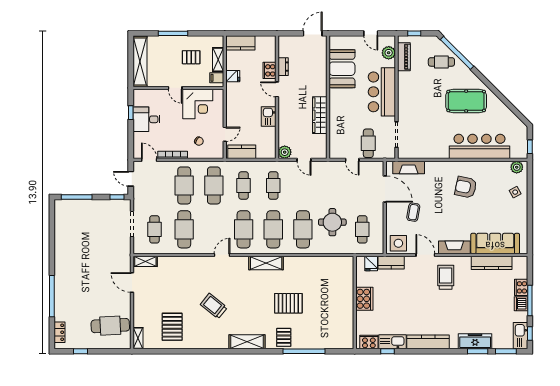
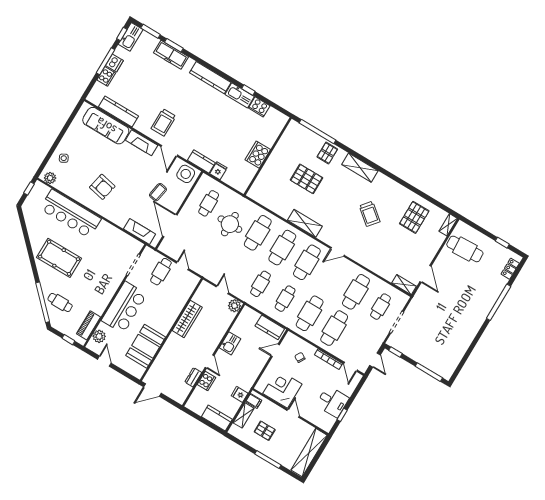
cooker: (364, 299) -> (258, 155), moved
wall: (355, 303) -> (268, 156), moved

